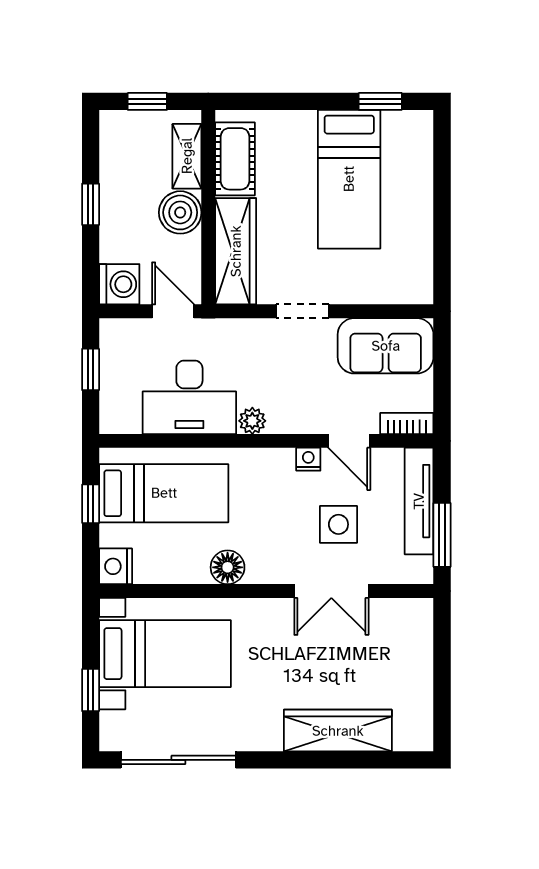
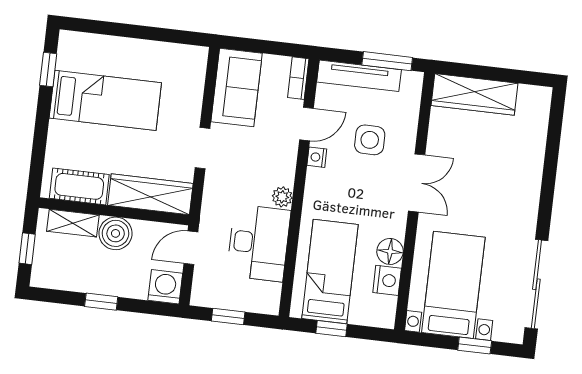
nightstand: (116, 566) -> (387, 280), moved, turned -90
floor lamp: (228, 567) -> (390, 251), moved
double door: (331, 591) -> (417, 183), moved
wardrobe: (338, 731) -> (474, 94), moved, turned -90

